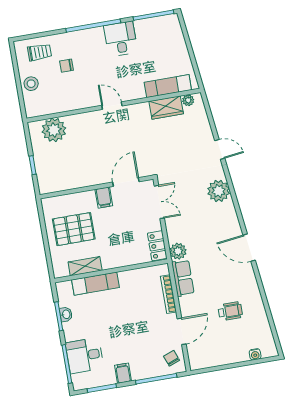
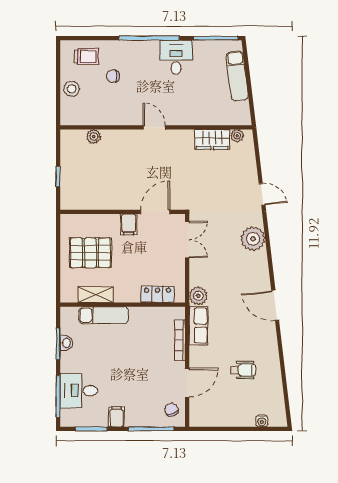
exam couch: (168, 86) -> (237, 76), moved, turned -97
plant: (54, 130) -> (94, 137), width x0.53, depth x0.53
locker: (157, 246) -> (158, 294), moved, turned 90

